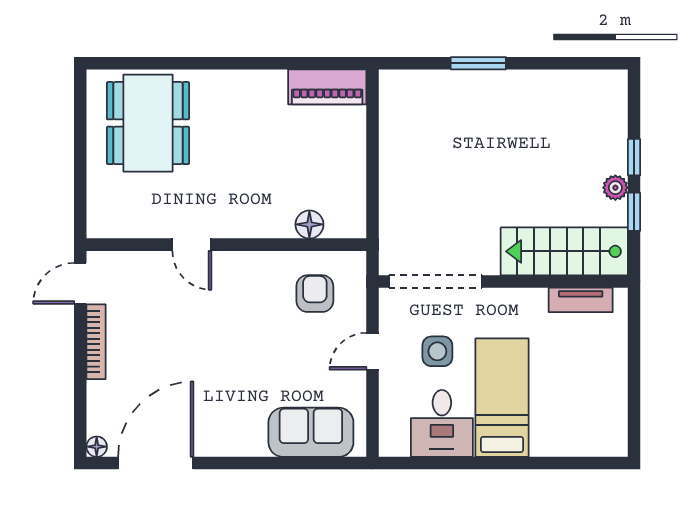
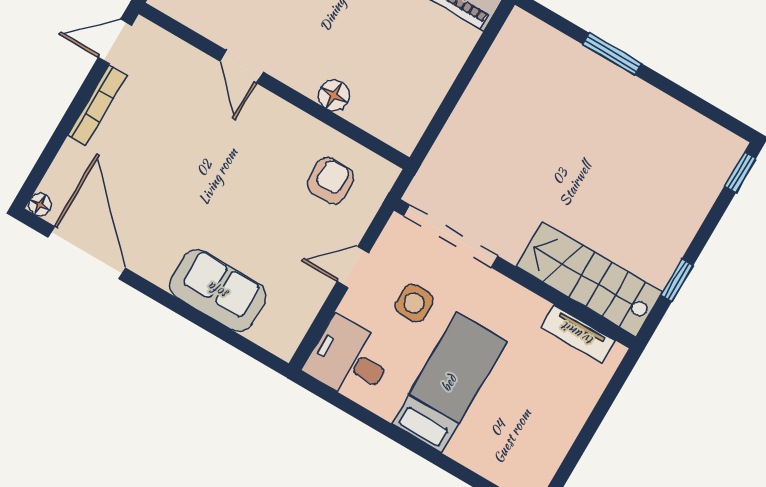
window: (634, 157) -> (740, 172), moved
plant: (615, 188) -> (673, 247), removed
floor lamp: (309, 224) -> (334, 95), moved
desk: (442, 423) -> (349, 359), moved, turned 90
sofa: (311, 432) -> (218, 291), moved
door: (156, 463) -> (87, 253), hinge flipped

